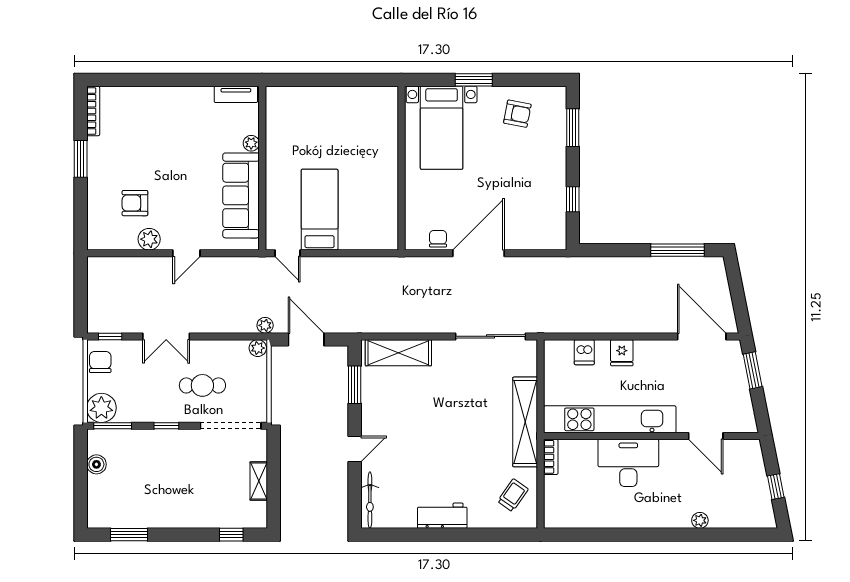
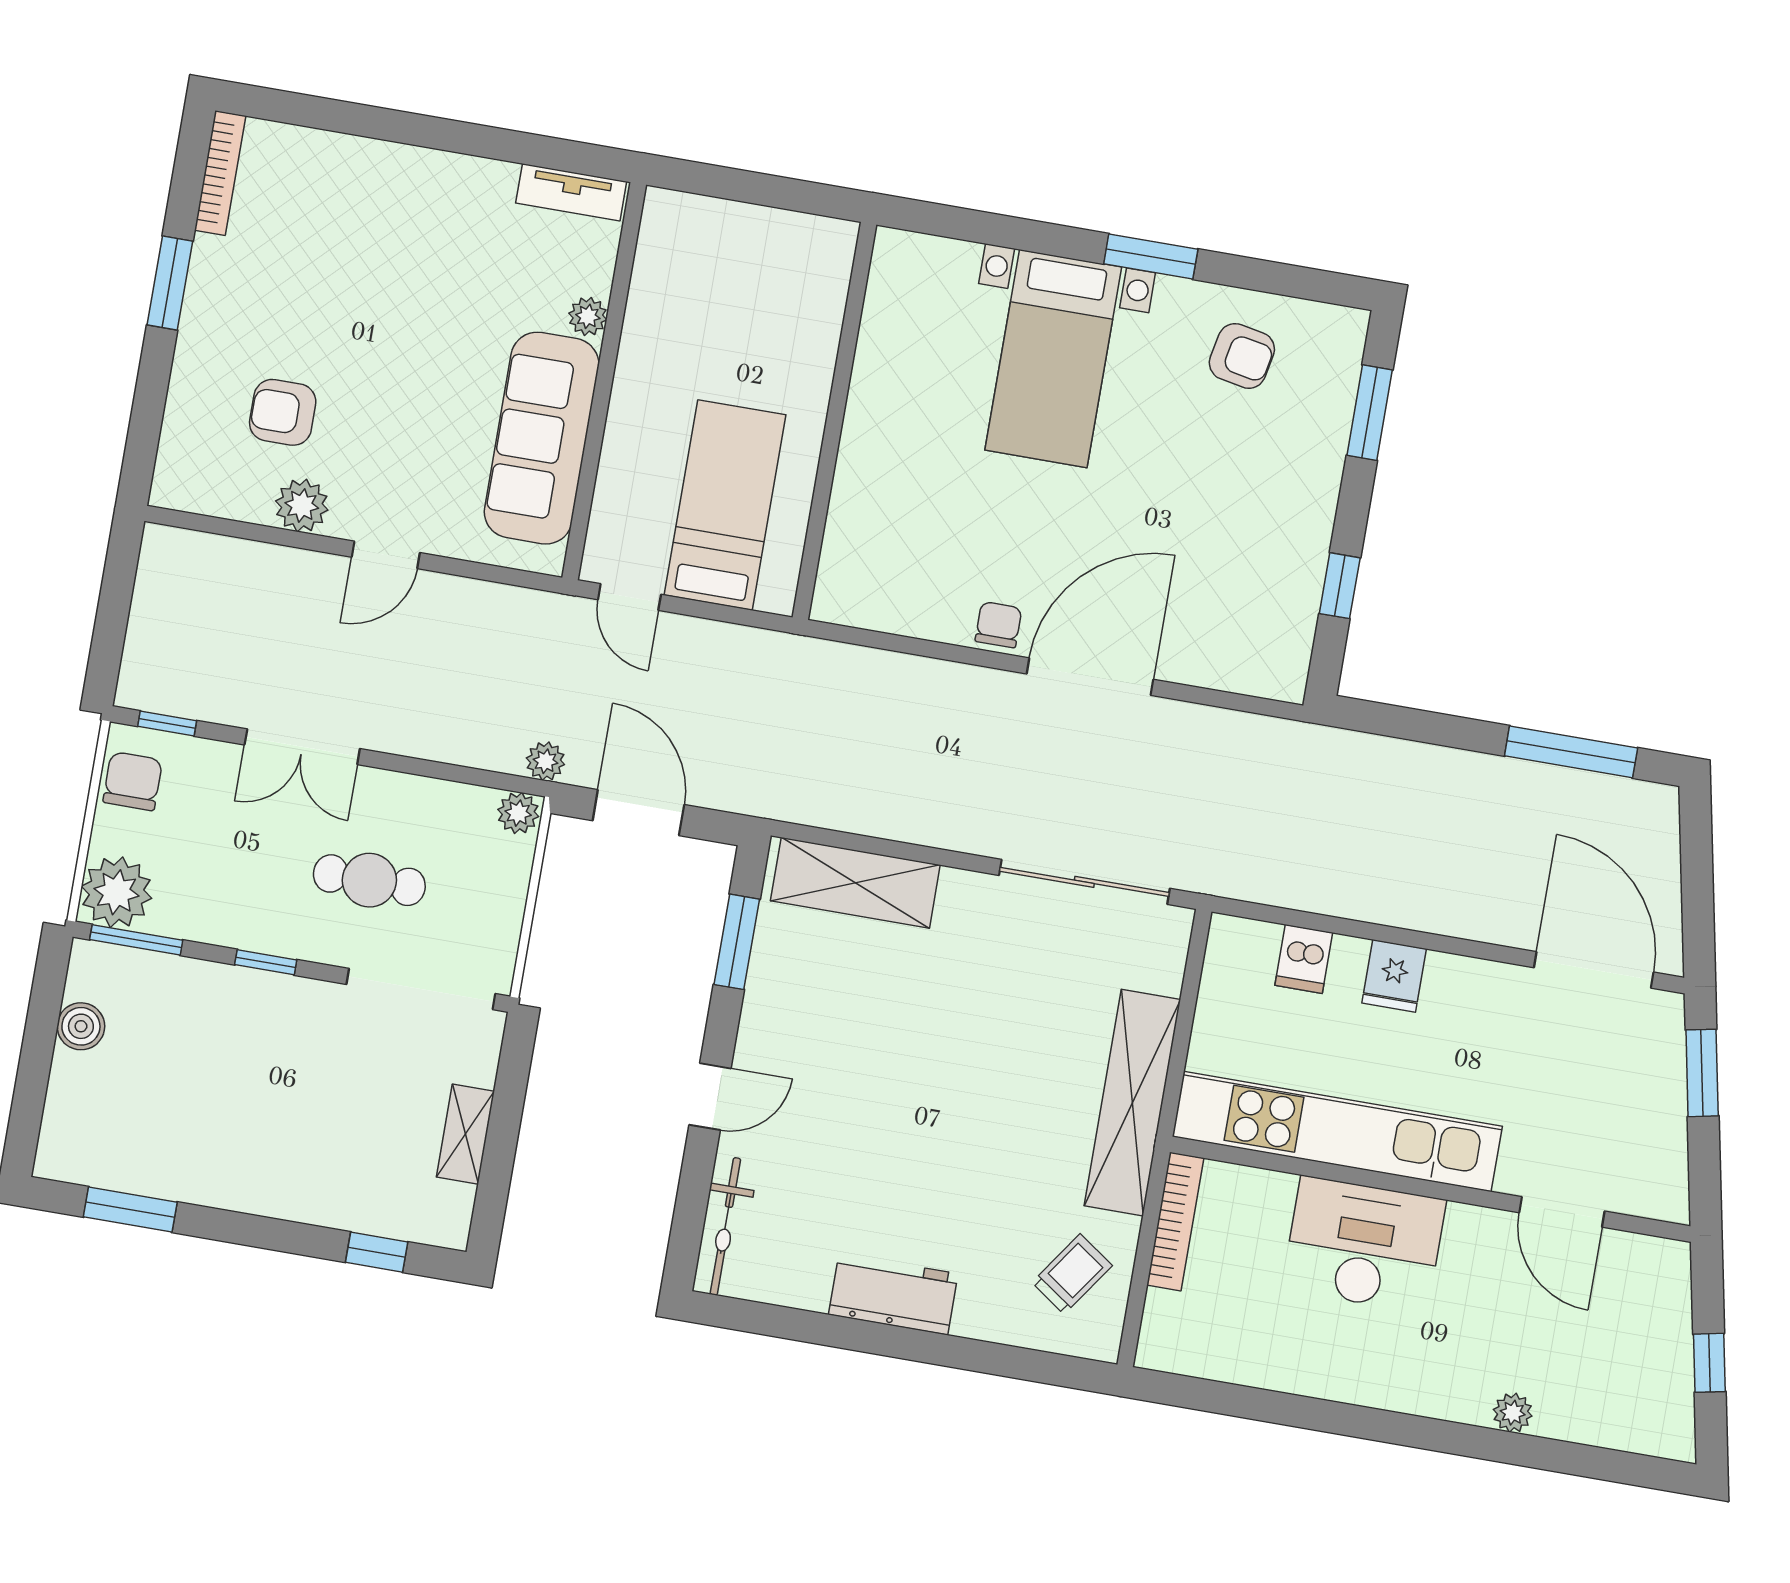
wall: (401, 168) -> (834, 421), moved
bookcase: (551, 457) -> (1175, 1221), width x1.56

